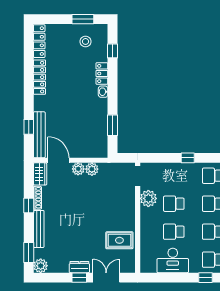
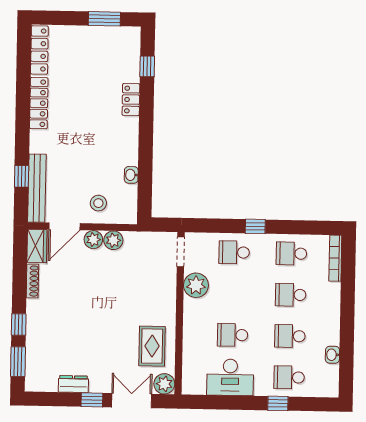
stool: (86, 41) -> (98, 203), moved
washbasin: (103, 92) -> (131, 175), moved
window: (112, 125) -> (145, 176), removed
door: (58, 160) -> (64, 226), swing flipped
school desk: (174, 204) -> (234, 252), moved
window: (29, 205) -> (19, 325), moved
bench: (39, 229) -> (33, 327), removed
rug: (119, 240) -> (152, 346), turned 90
plant: (41, 266) -> (164, 384), moved
dresser: (79, 267) -> (73, 384), moved

